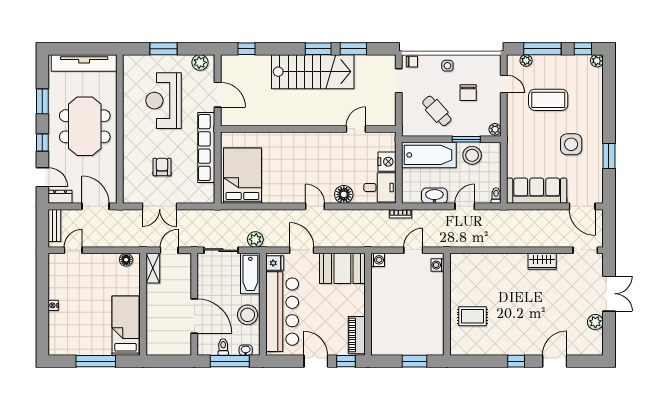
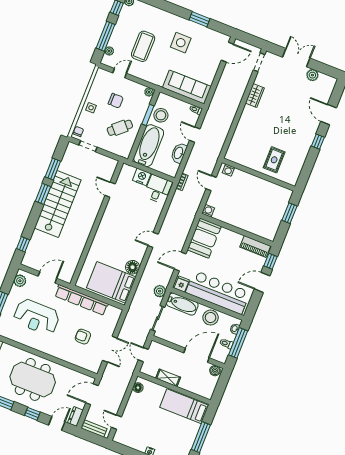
sofa: (537, 191) -> (187, 87), moved, turned 90
floor lamp: (344, 194) -> (133, 267), moved
shelving: (153, 268) -> (168, 378), moved
boiler: (184, 346) -> (215, 371), added

